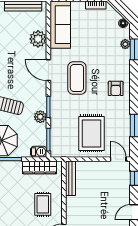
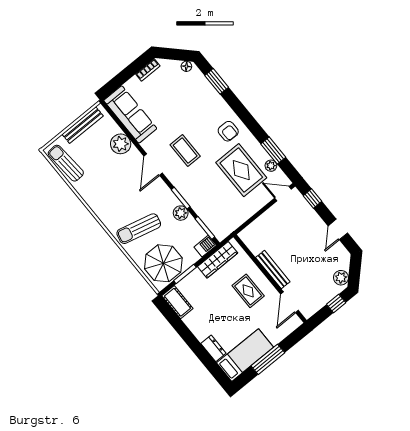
plant: (125, 44) -> (271, 166), moved
door: (48, 70) -> (153, 165), hinge flipped
coffee table: (77, 78) -> (185, 151), width x0.73, depth x0.76
rug: (91, 133) -> (241, 170), moved
bench: (70, 178) -> (273, 270), moved

